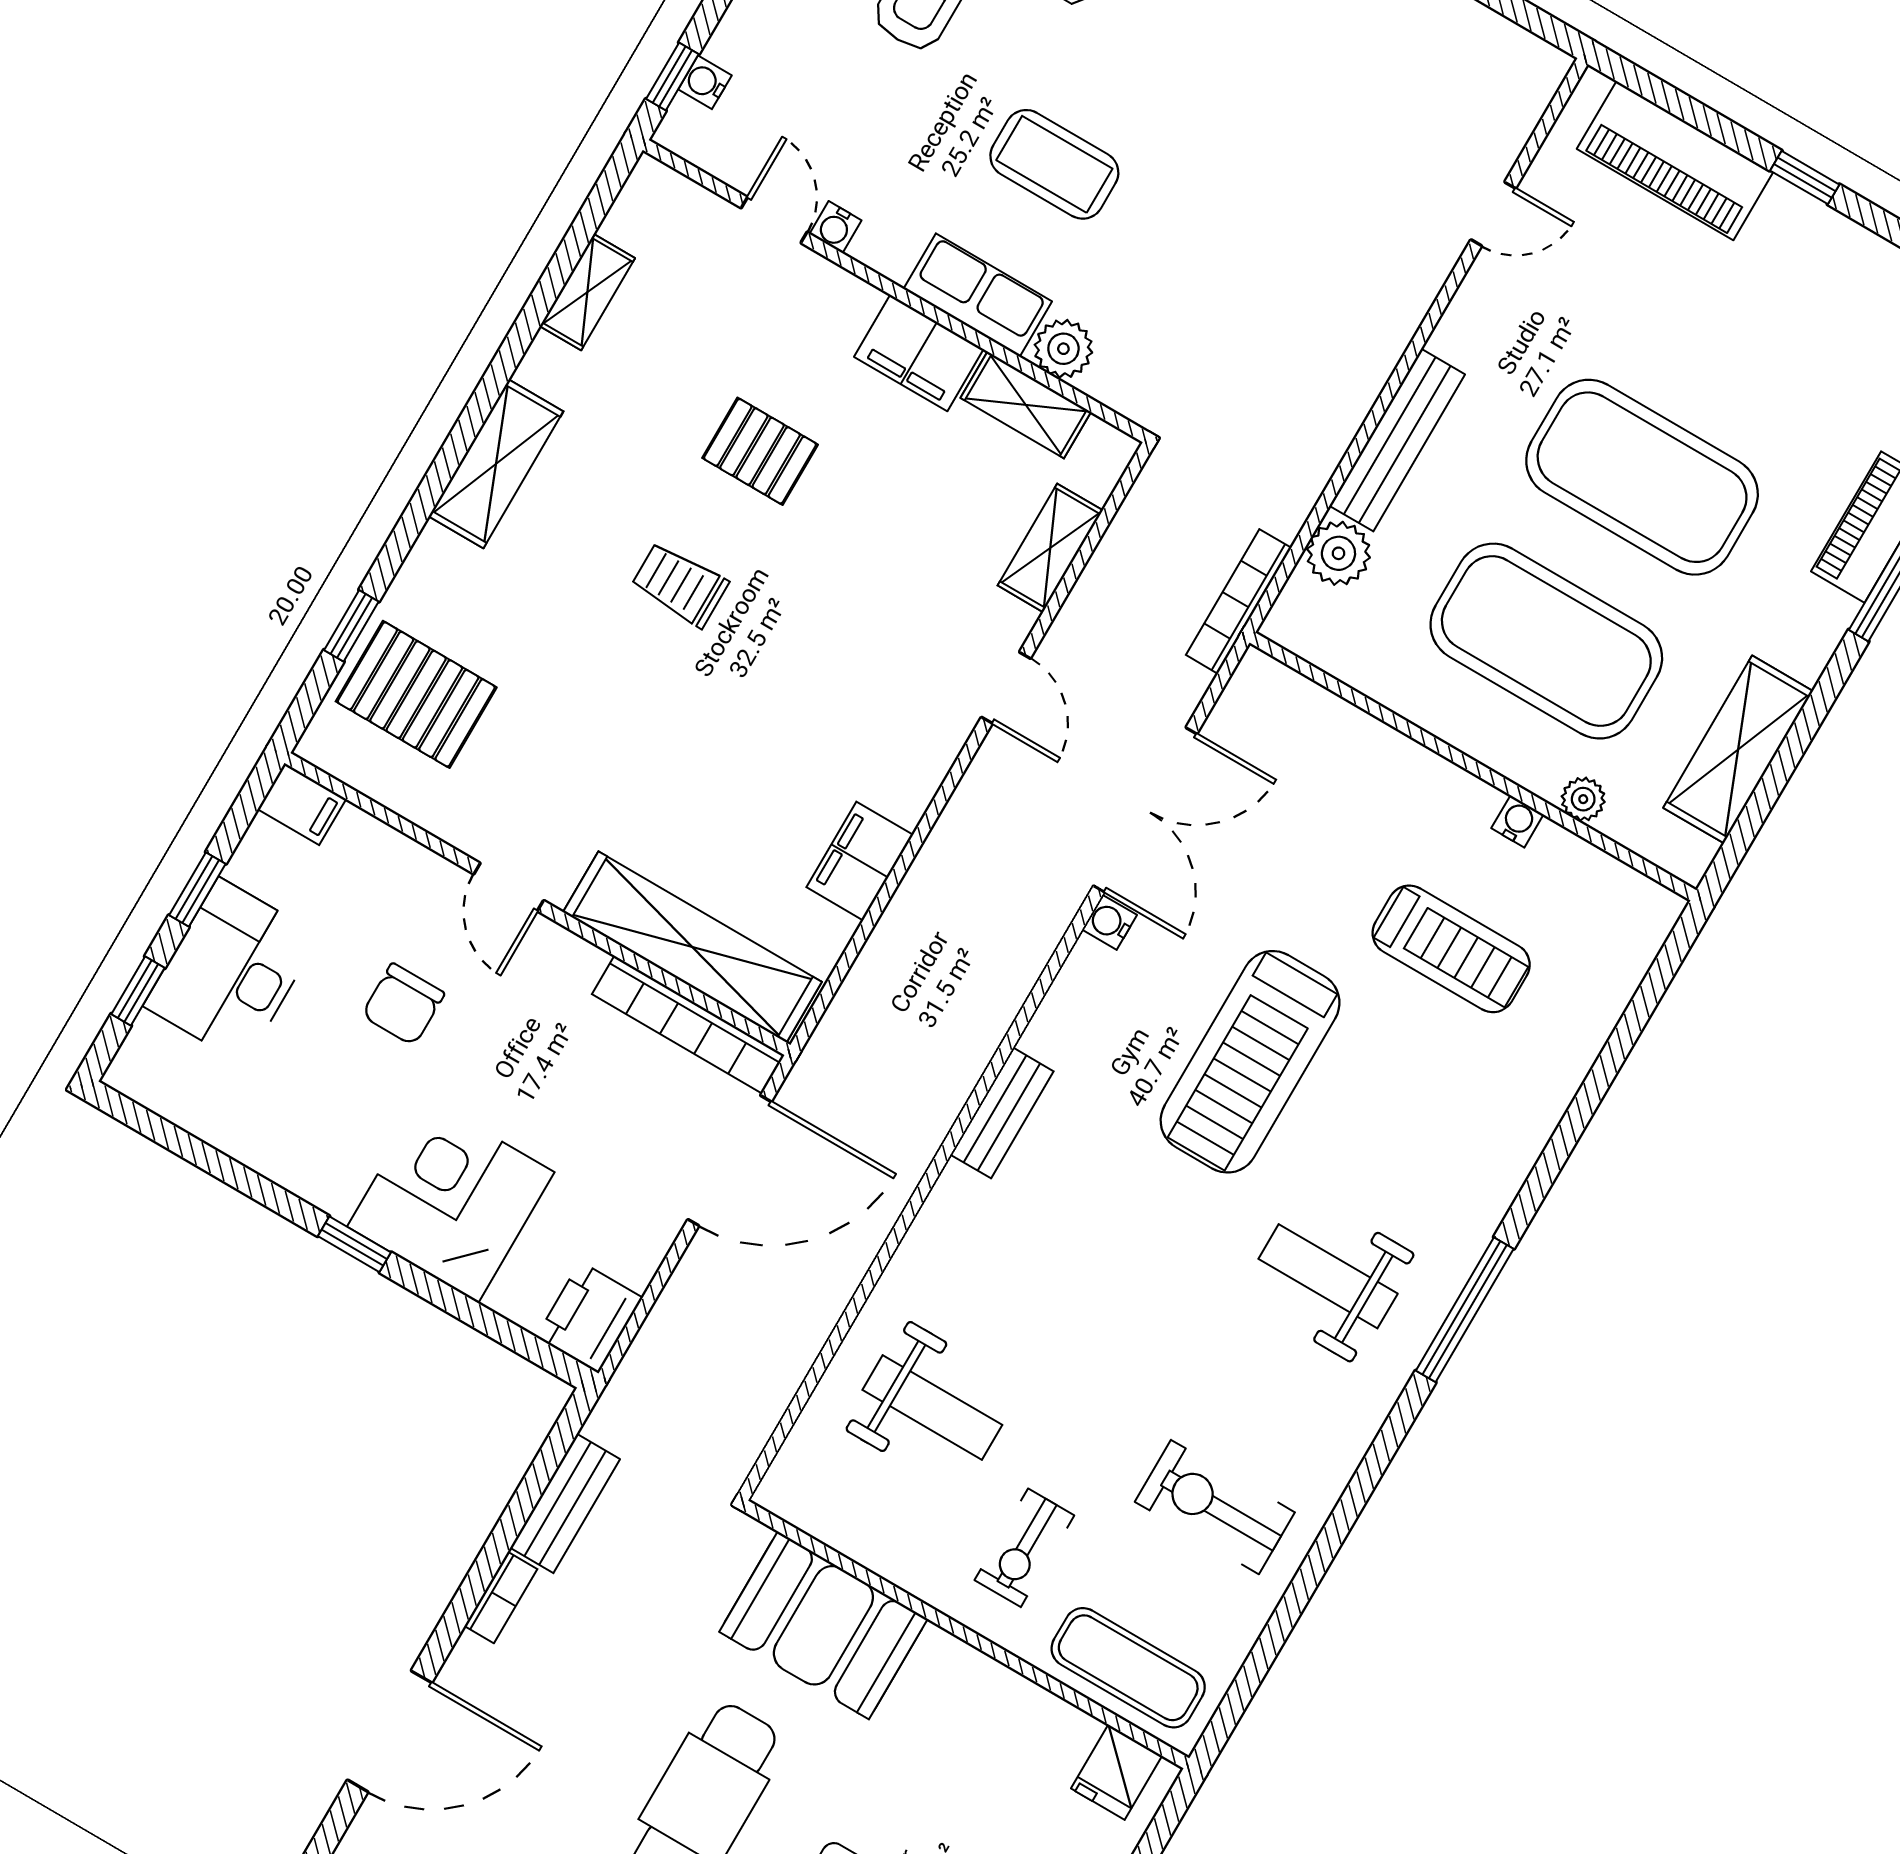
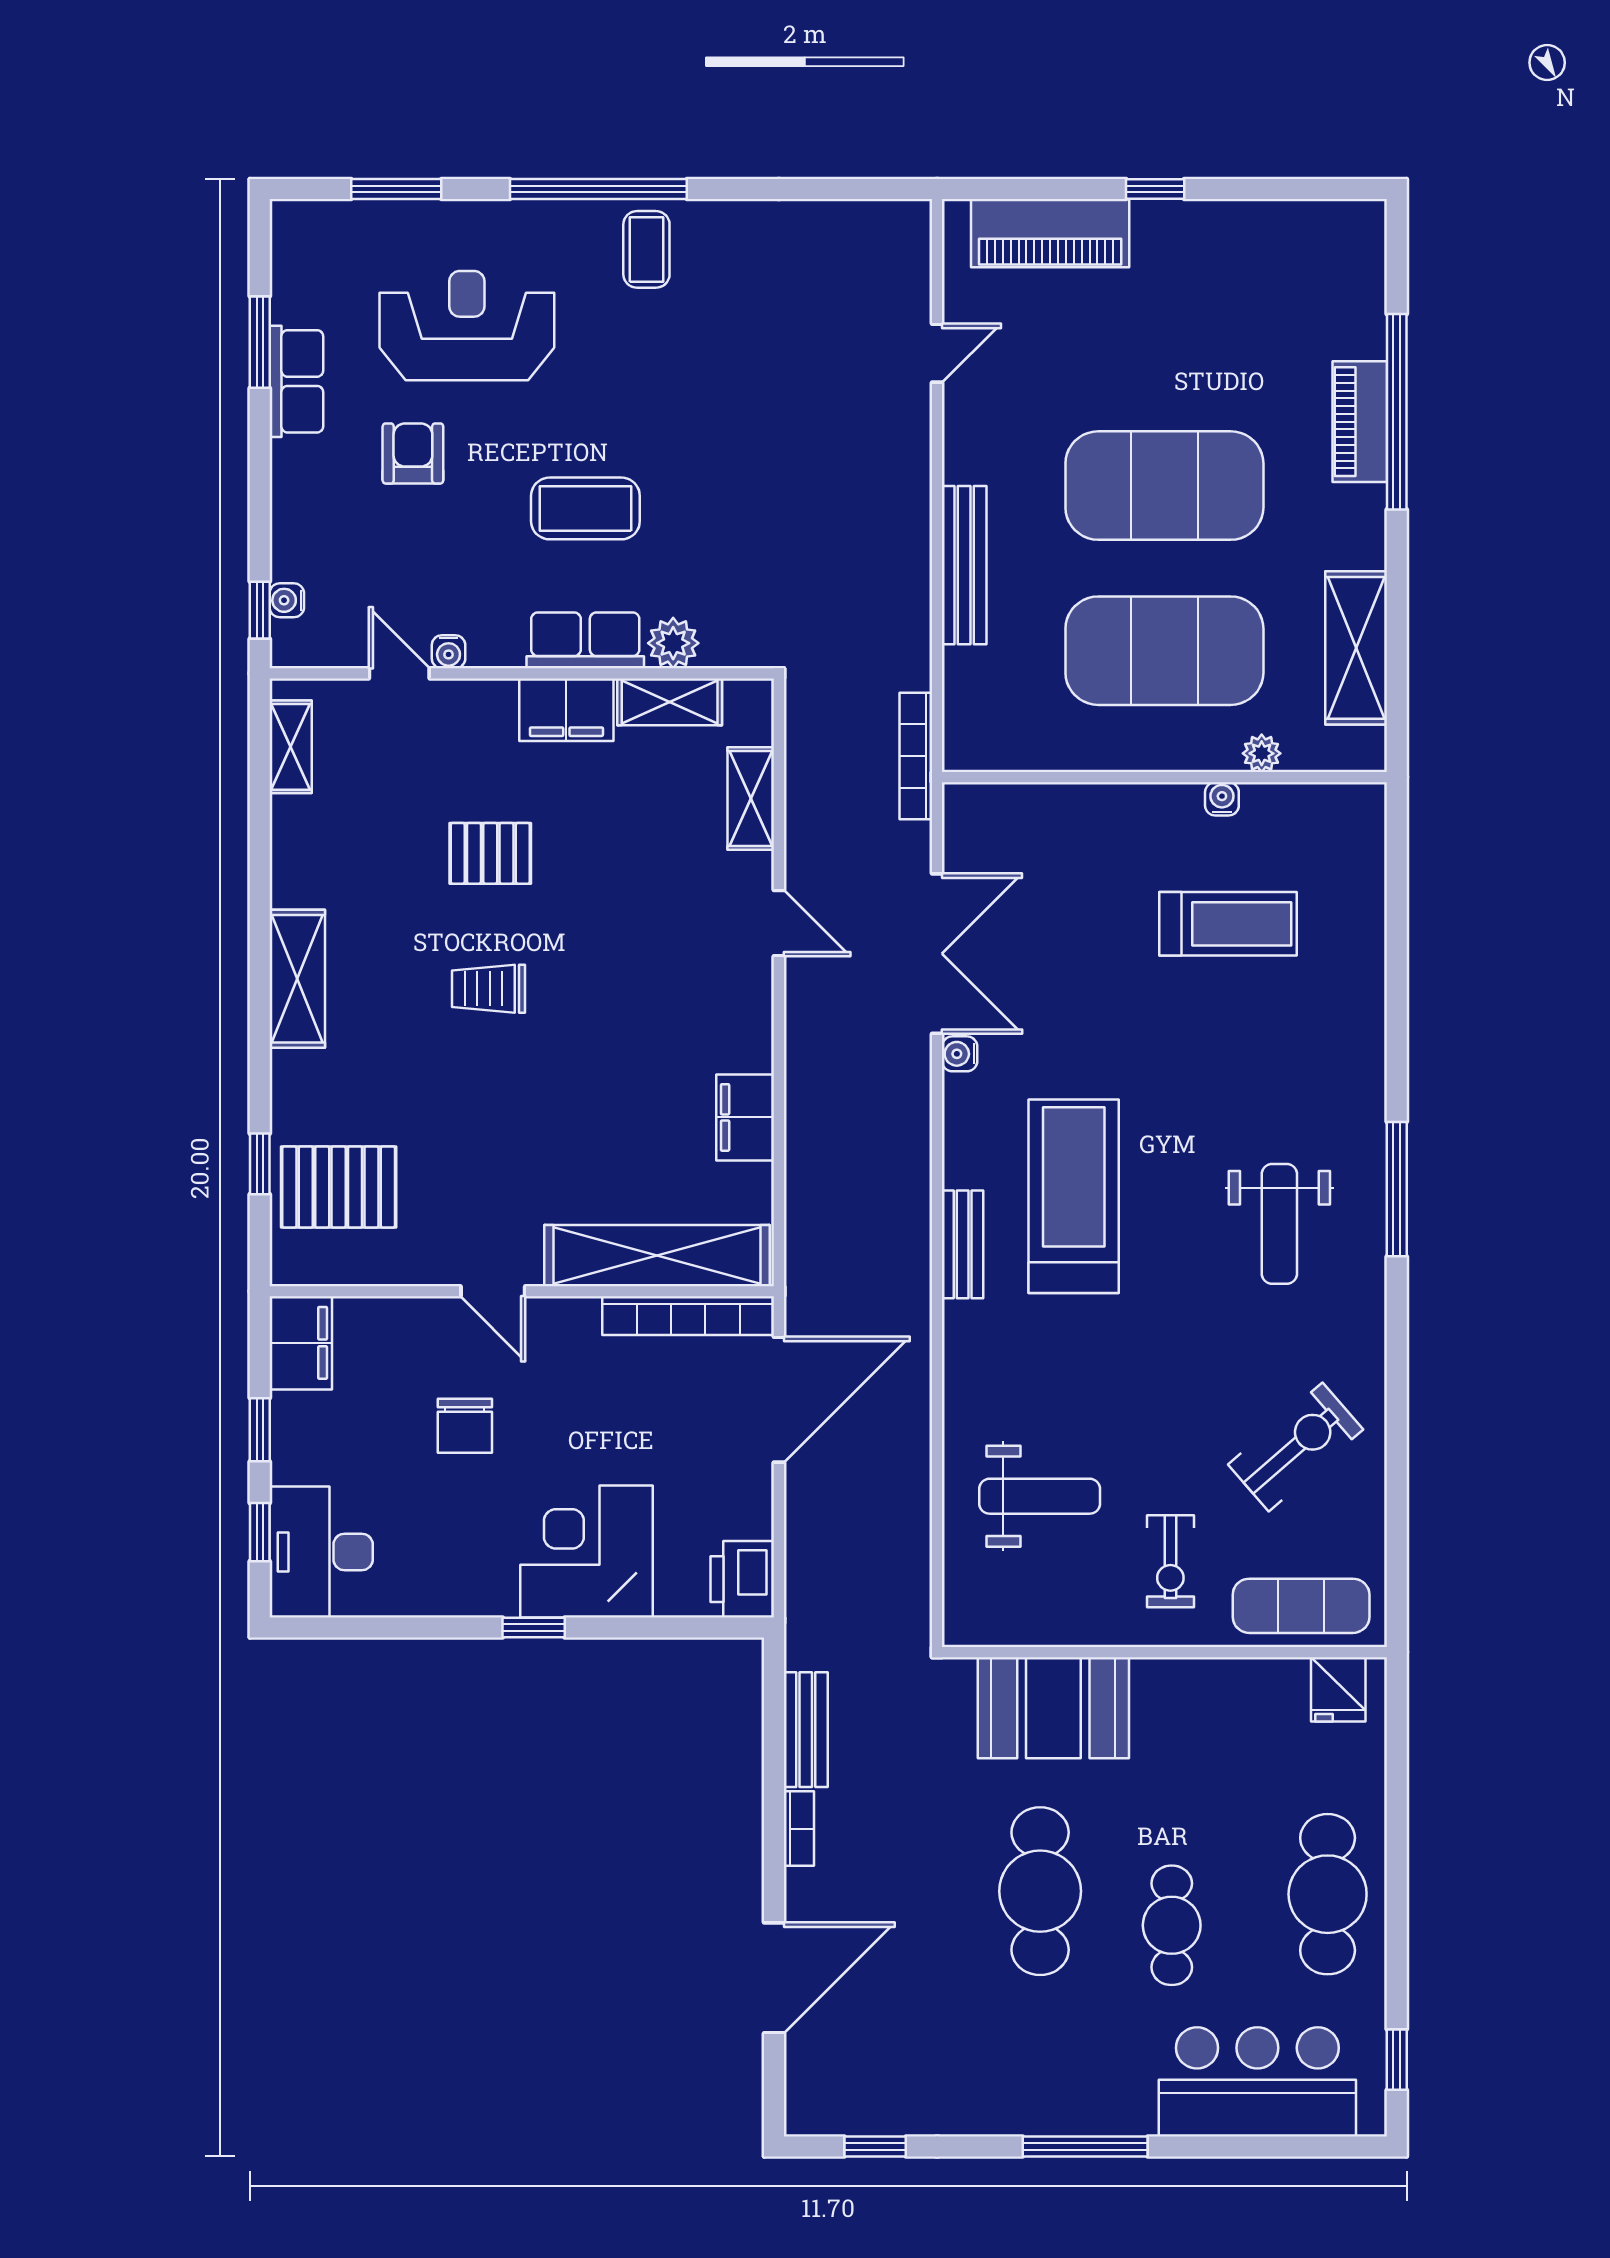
shelving: (587, 292) -> (291, 747), moved
plant: (1338, 553) -> (970, 676), removed
filing cabinet: (302, 804) -> (301, 1343), width x2.00
desk: (231, 971) -> (321, 1552), moved
treadmill: (1250, 1062) -> (1074, 1196), moved, turned 180
weight bench: (1328, 1276) -> (1279, 1224), turned -90
exercise bike: (1215, 1507) -> (1296, 1447), turned 139

